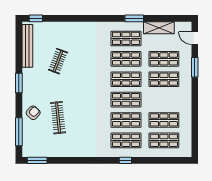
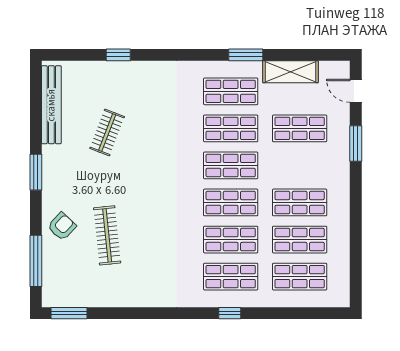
window: (36, 18) -> (118, 55), moved
shop shelf: (164, 79) -> (300, 202), moved

